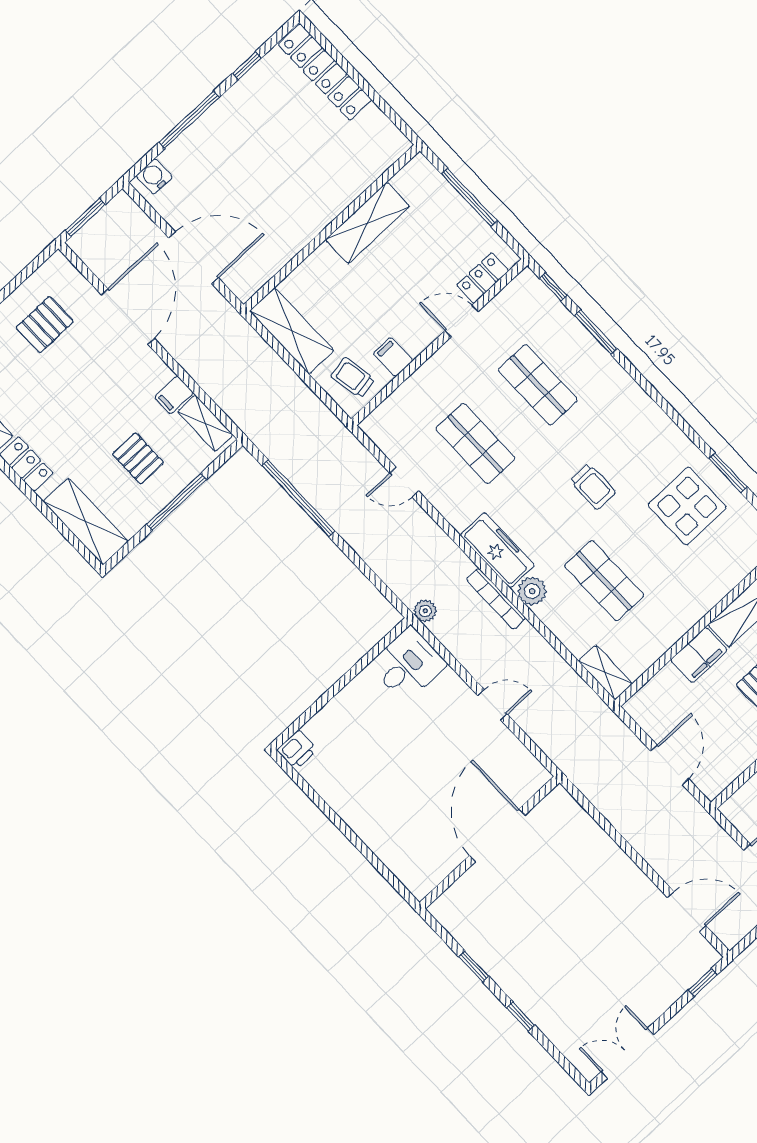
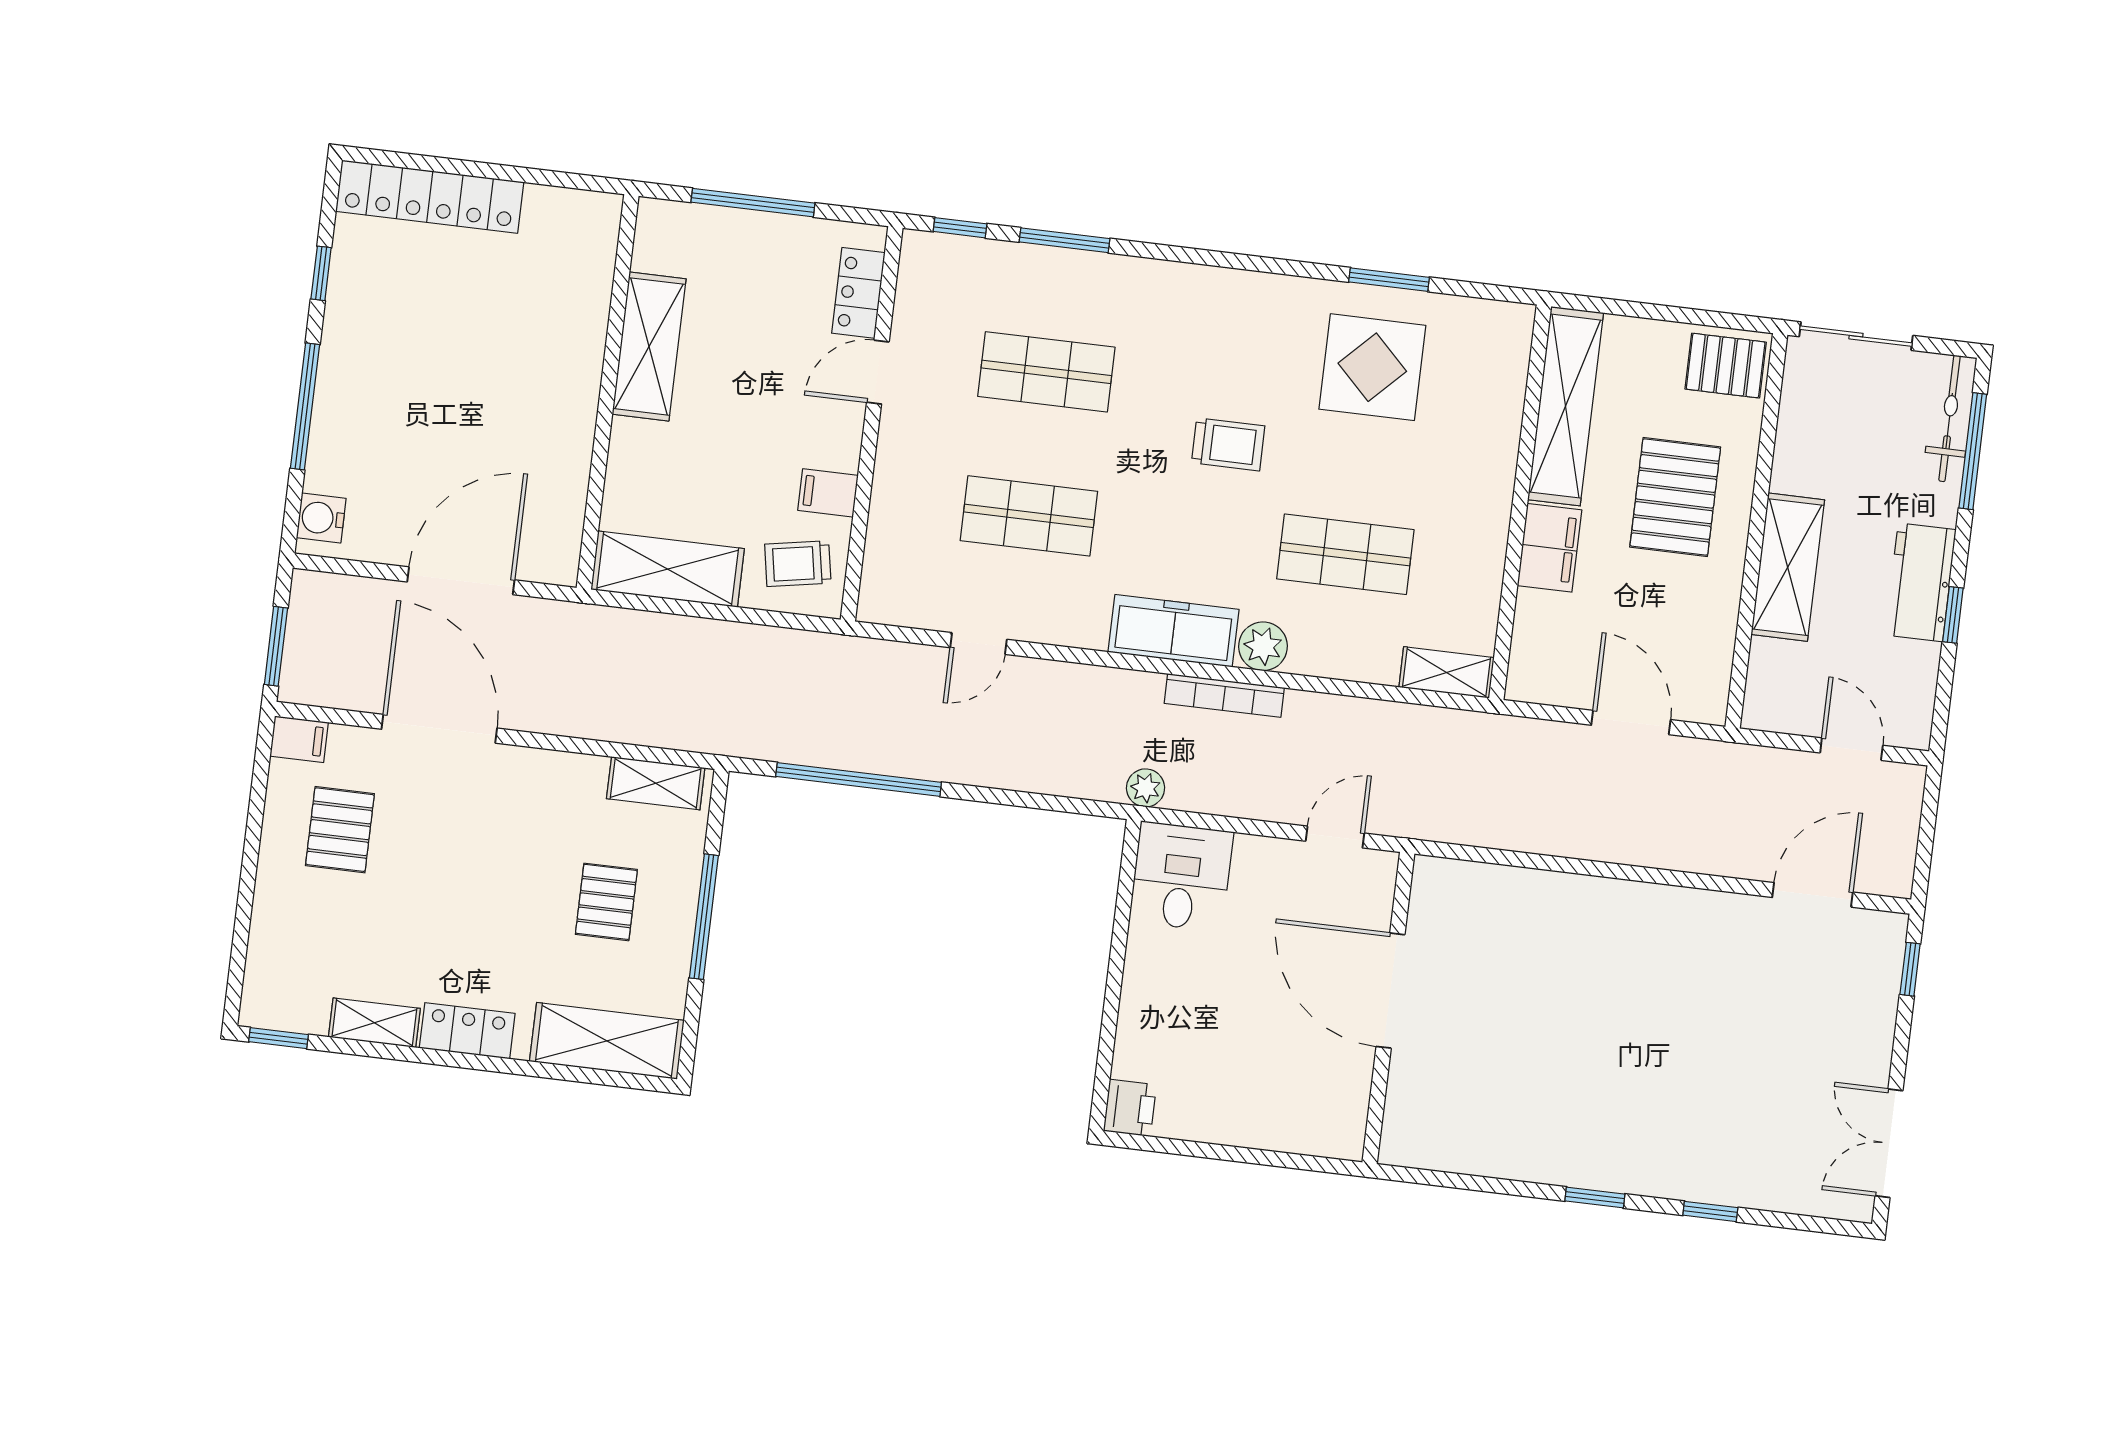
filing cabinet: (174, 395) -> (299, 739), moved, turned -90
pallet: (138, 458) -> (606, 902), turned 90
door: (497, 835) -> (1391, 991), moved
wall: (490, 843) -> (1388, 1008), moved

